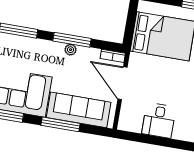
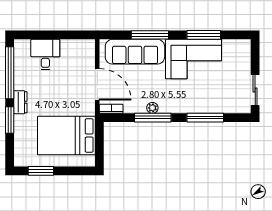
desk: (159, 120) -> (45, 55), moved

